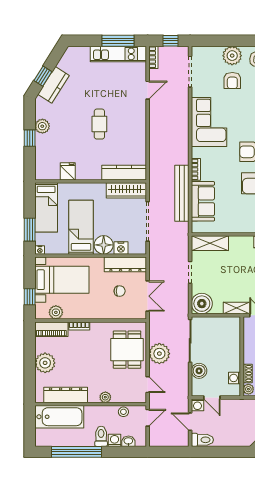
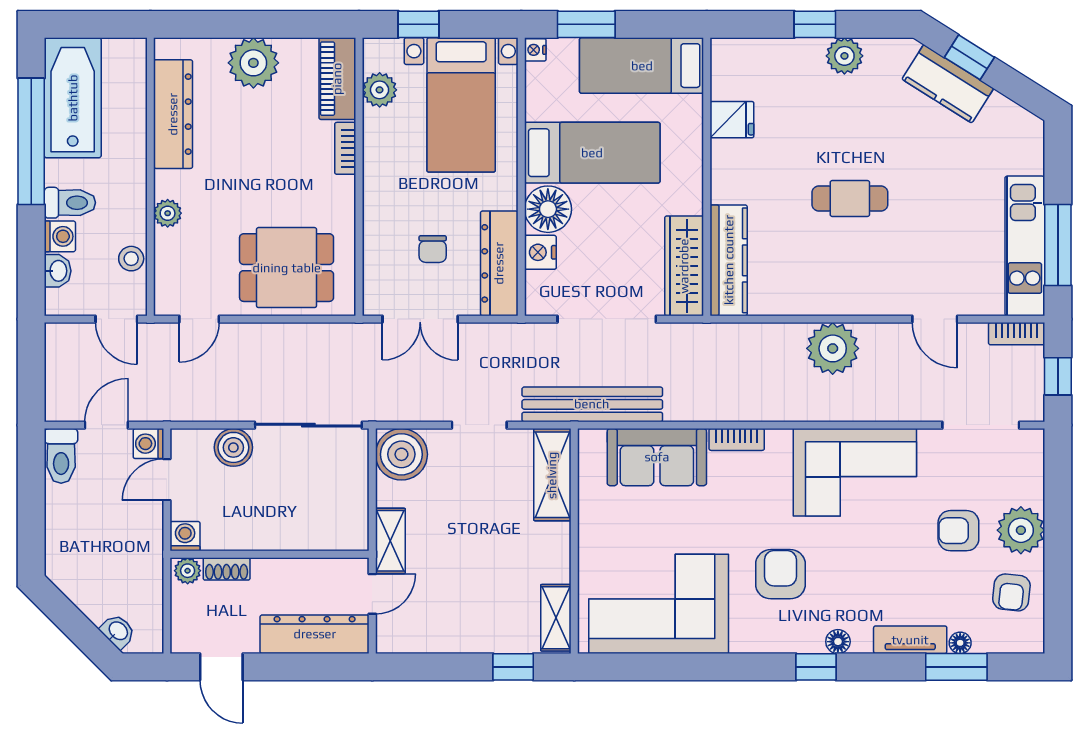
bench: (182, 193) -> (592, 404), moved
plant: (159, 354) -> (833, 348), moved
washing machine: (235, 378) -> (185, 536), moved
bathtub: (60, 417) -> (73, 98), moved, turned 180

